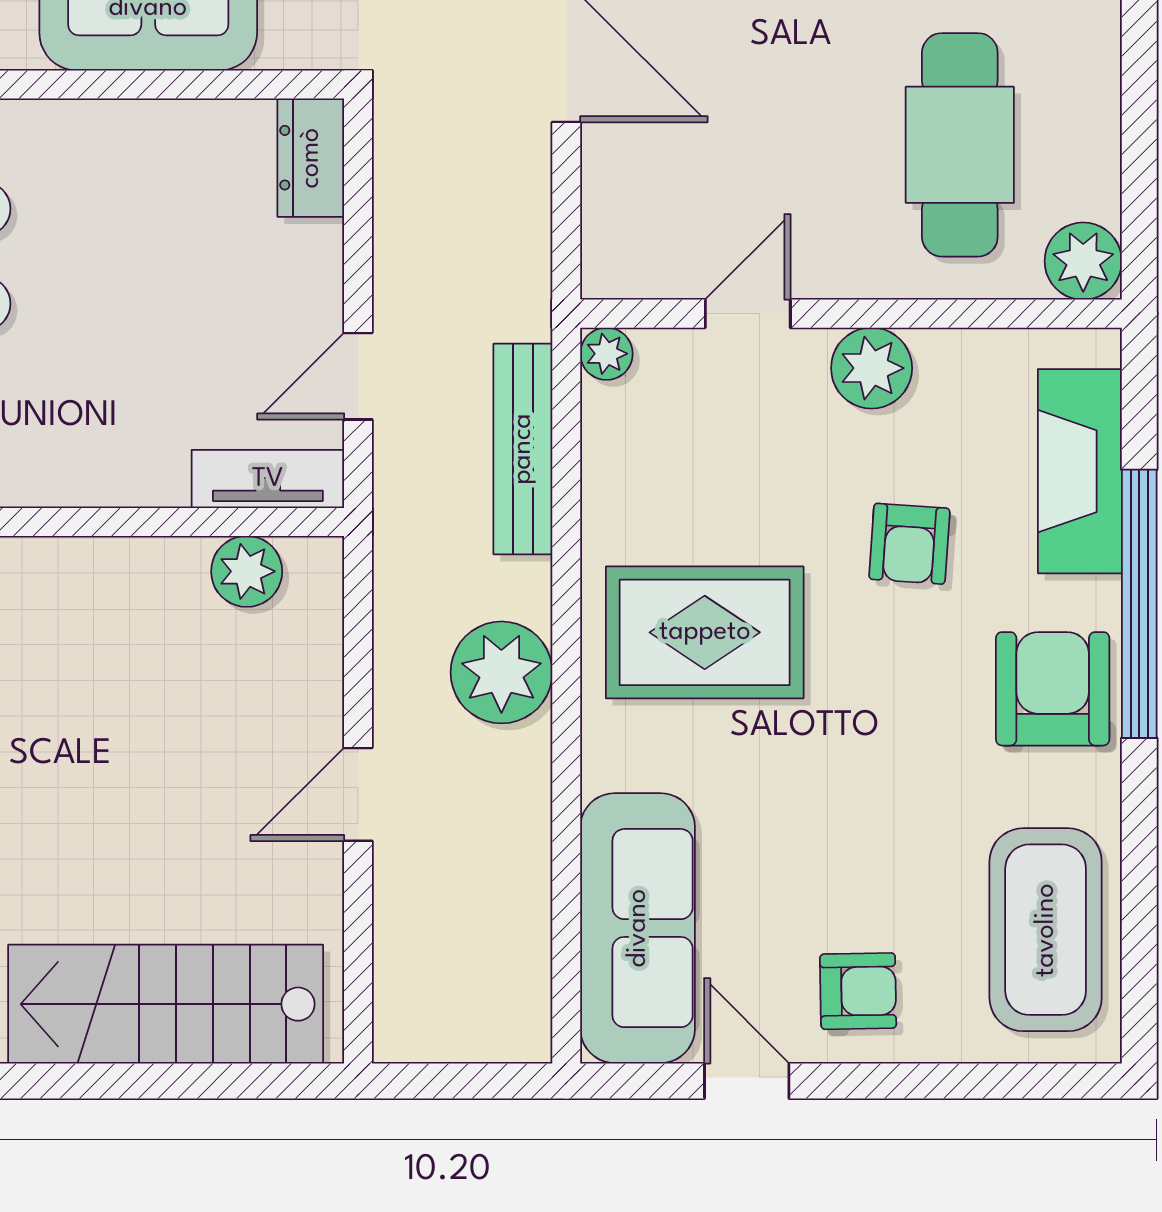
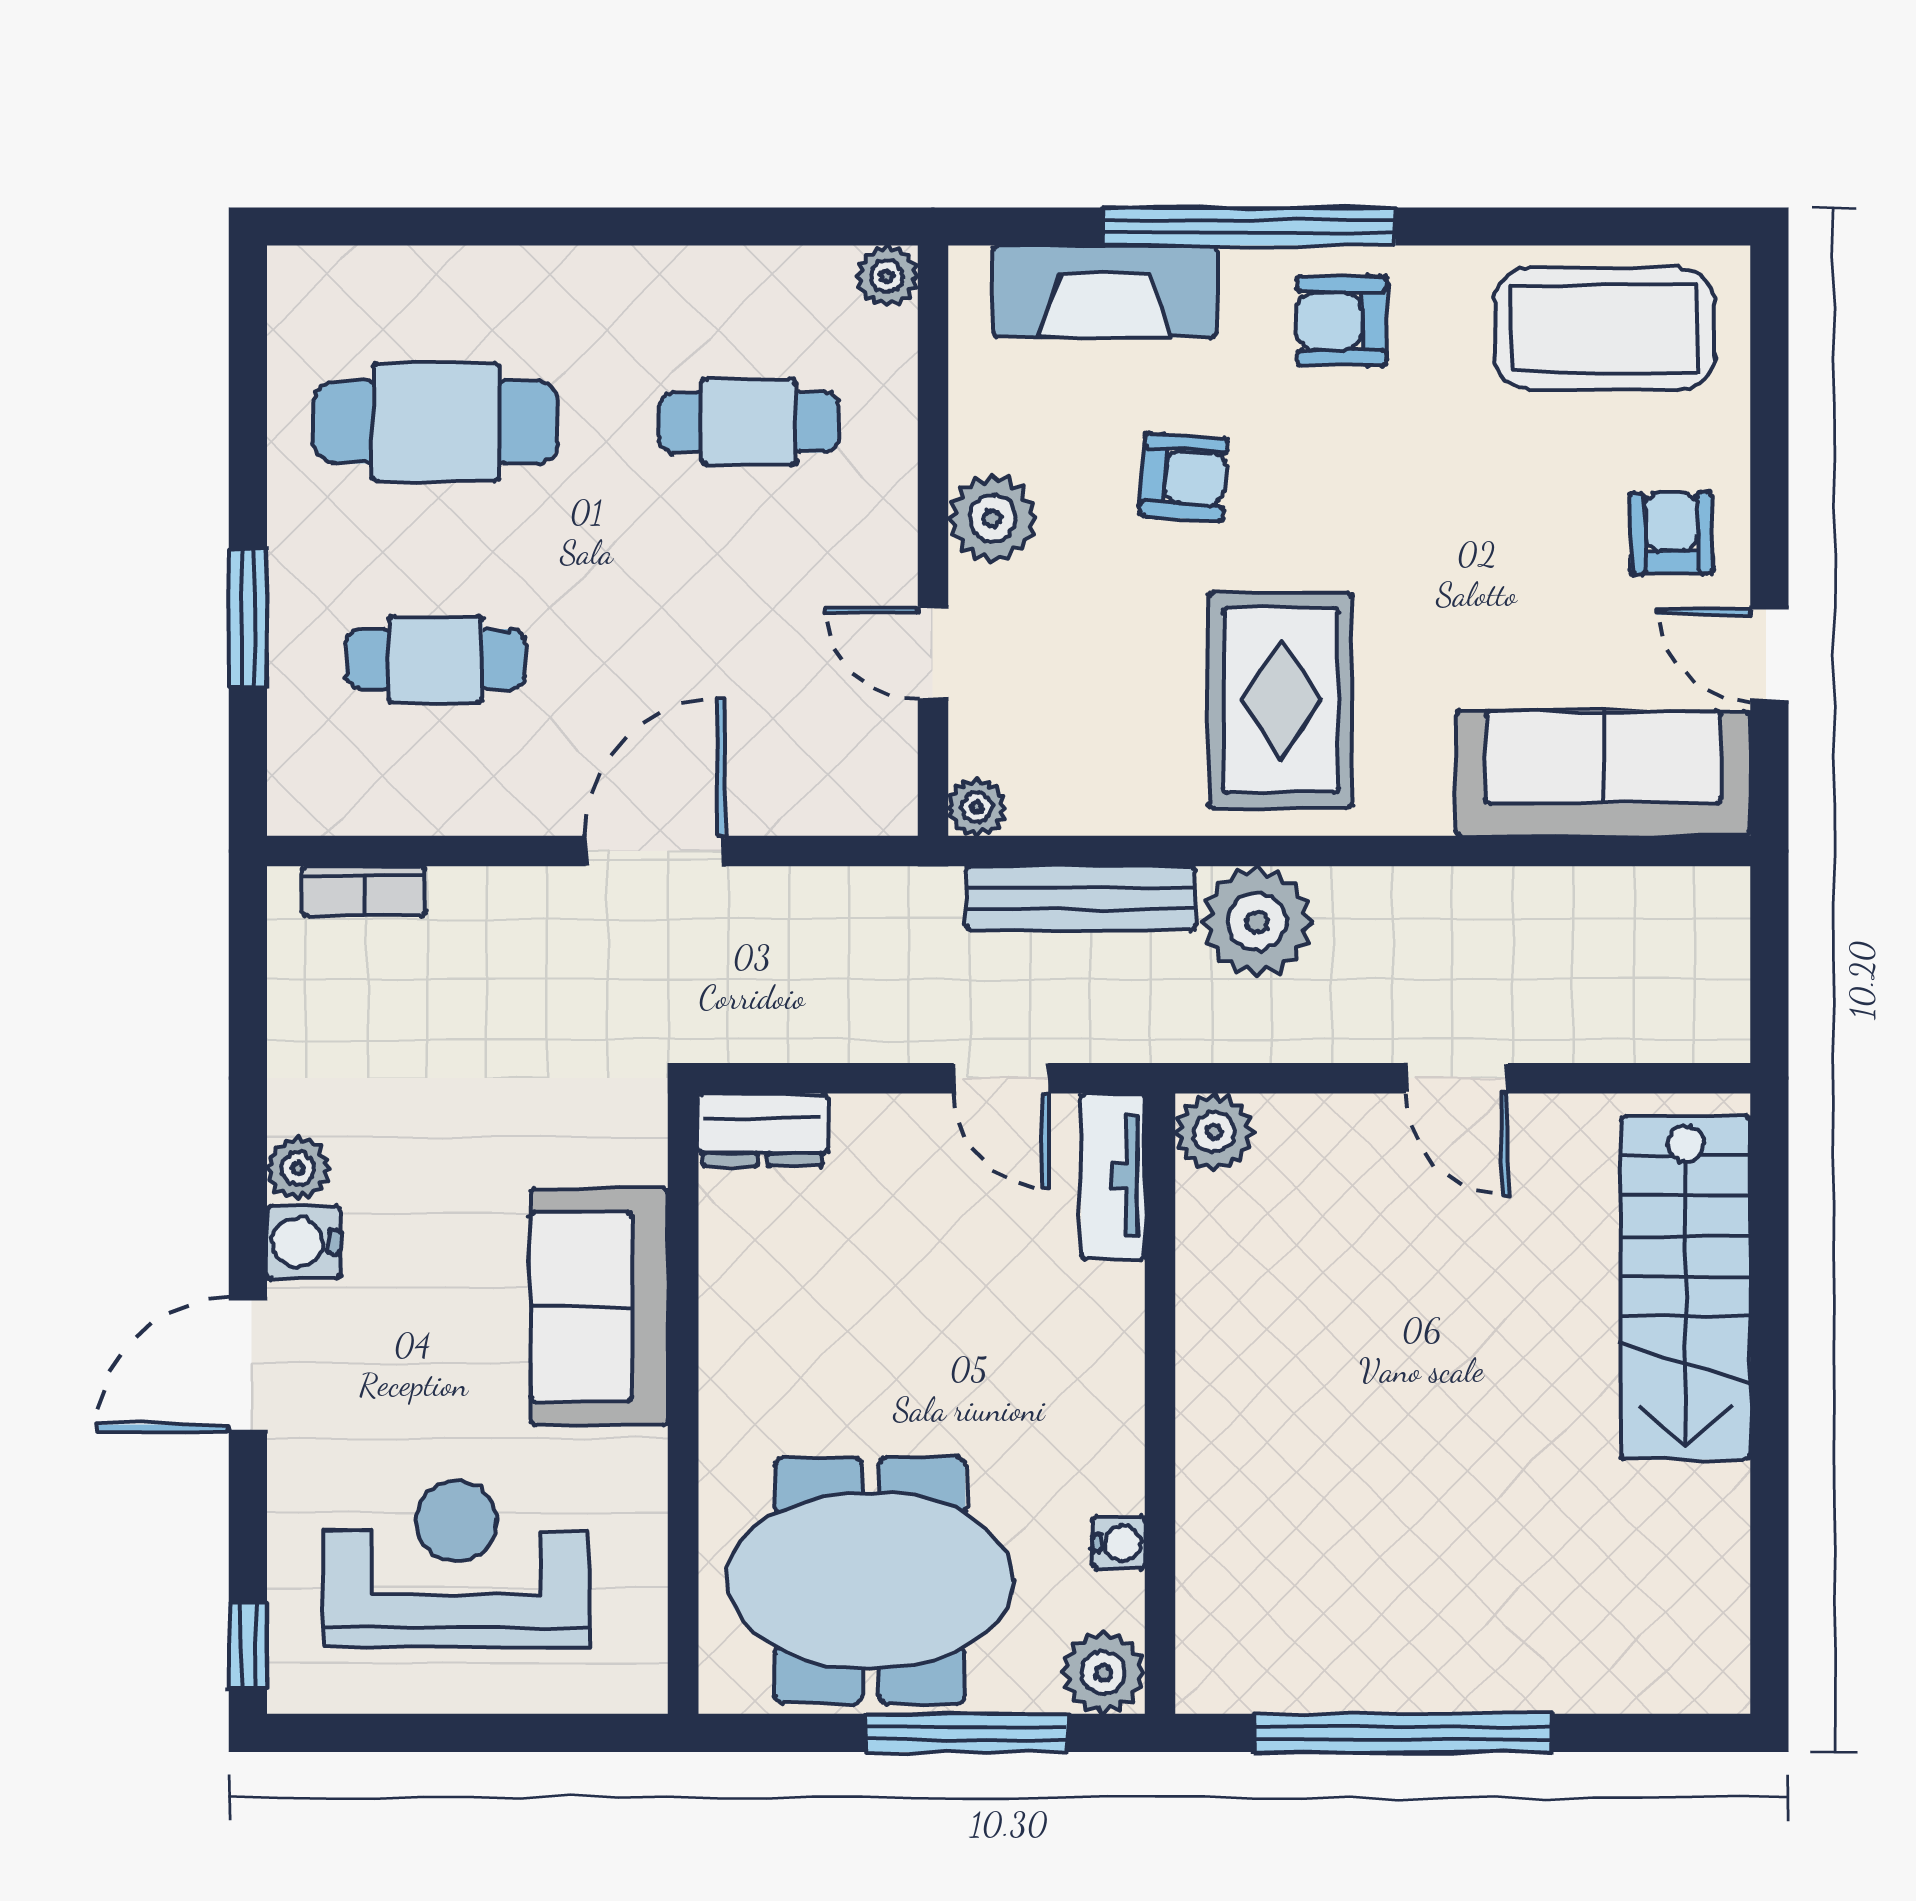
cafe table: (960, 145) -> (749, 422), width x0.73, depth x0.74
plant: (1083, 261) -> (887, 276), width x0.73, depth x0.73
plant: (247, 571) -> (1214, 1132), moved
plant: (501, 672) -> (1257, 922), moved
armchair: (1053, 689) -> (1342, 321), width x0.72, depth x0.72
door: (747, 1081) -> (1769, 654), hinge flipped

